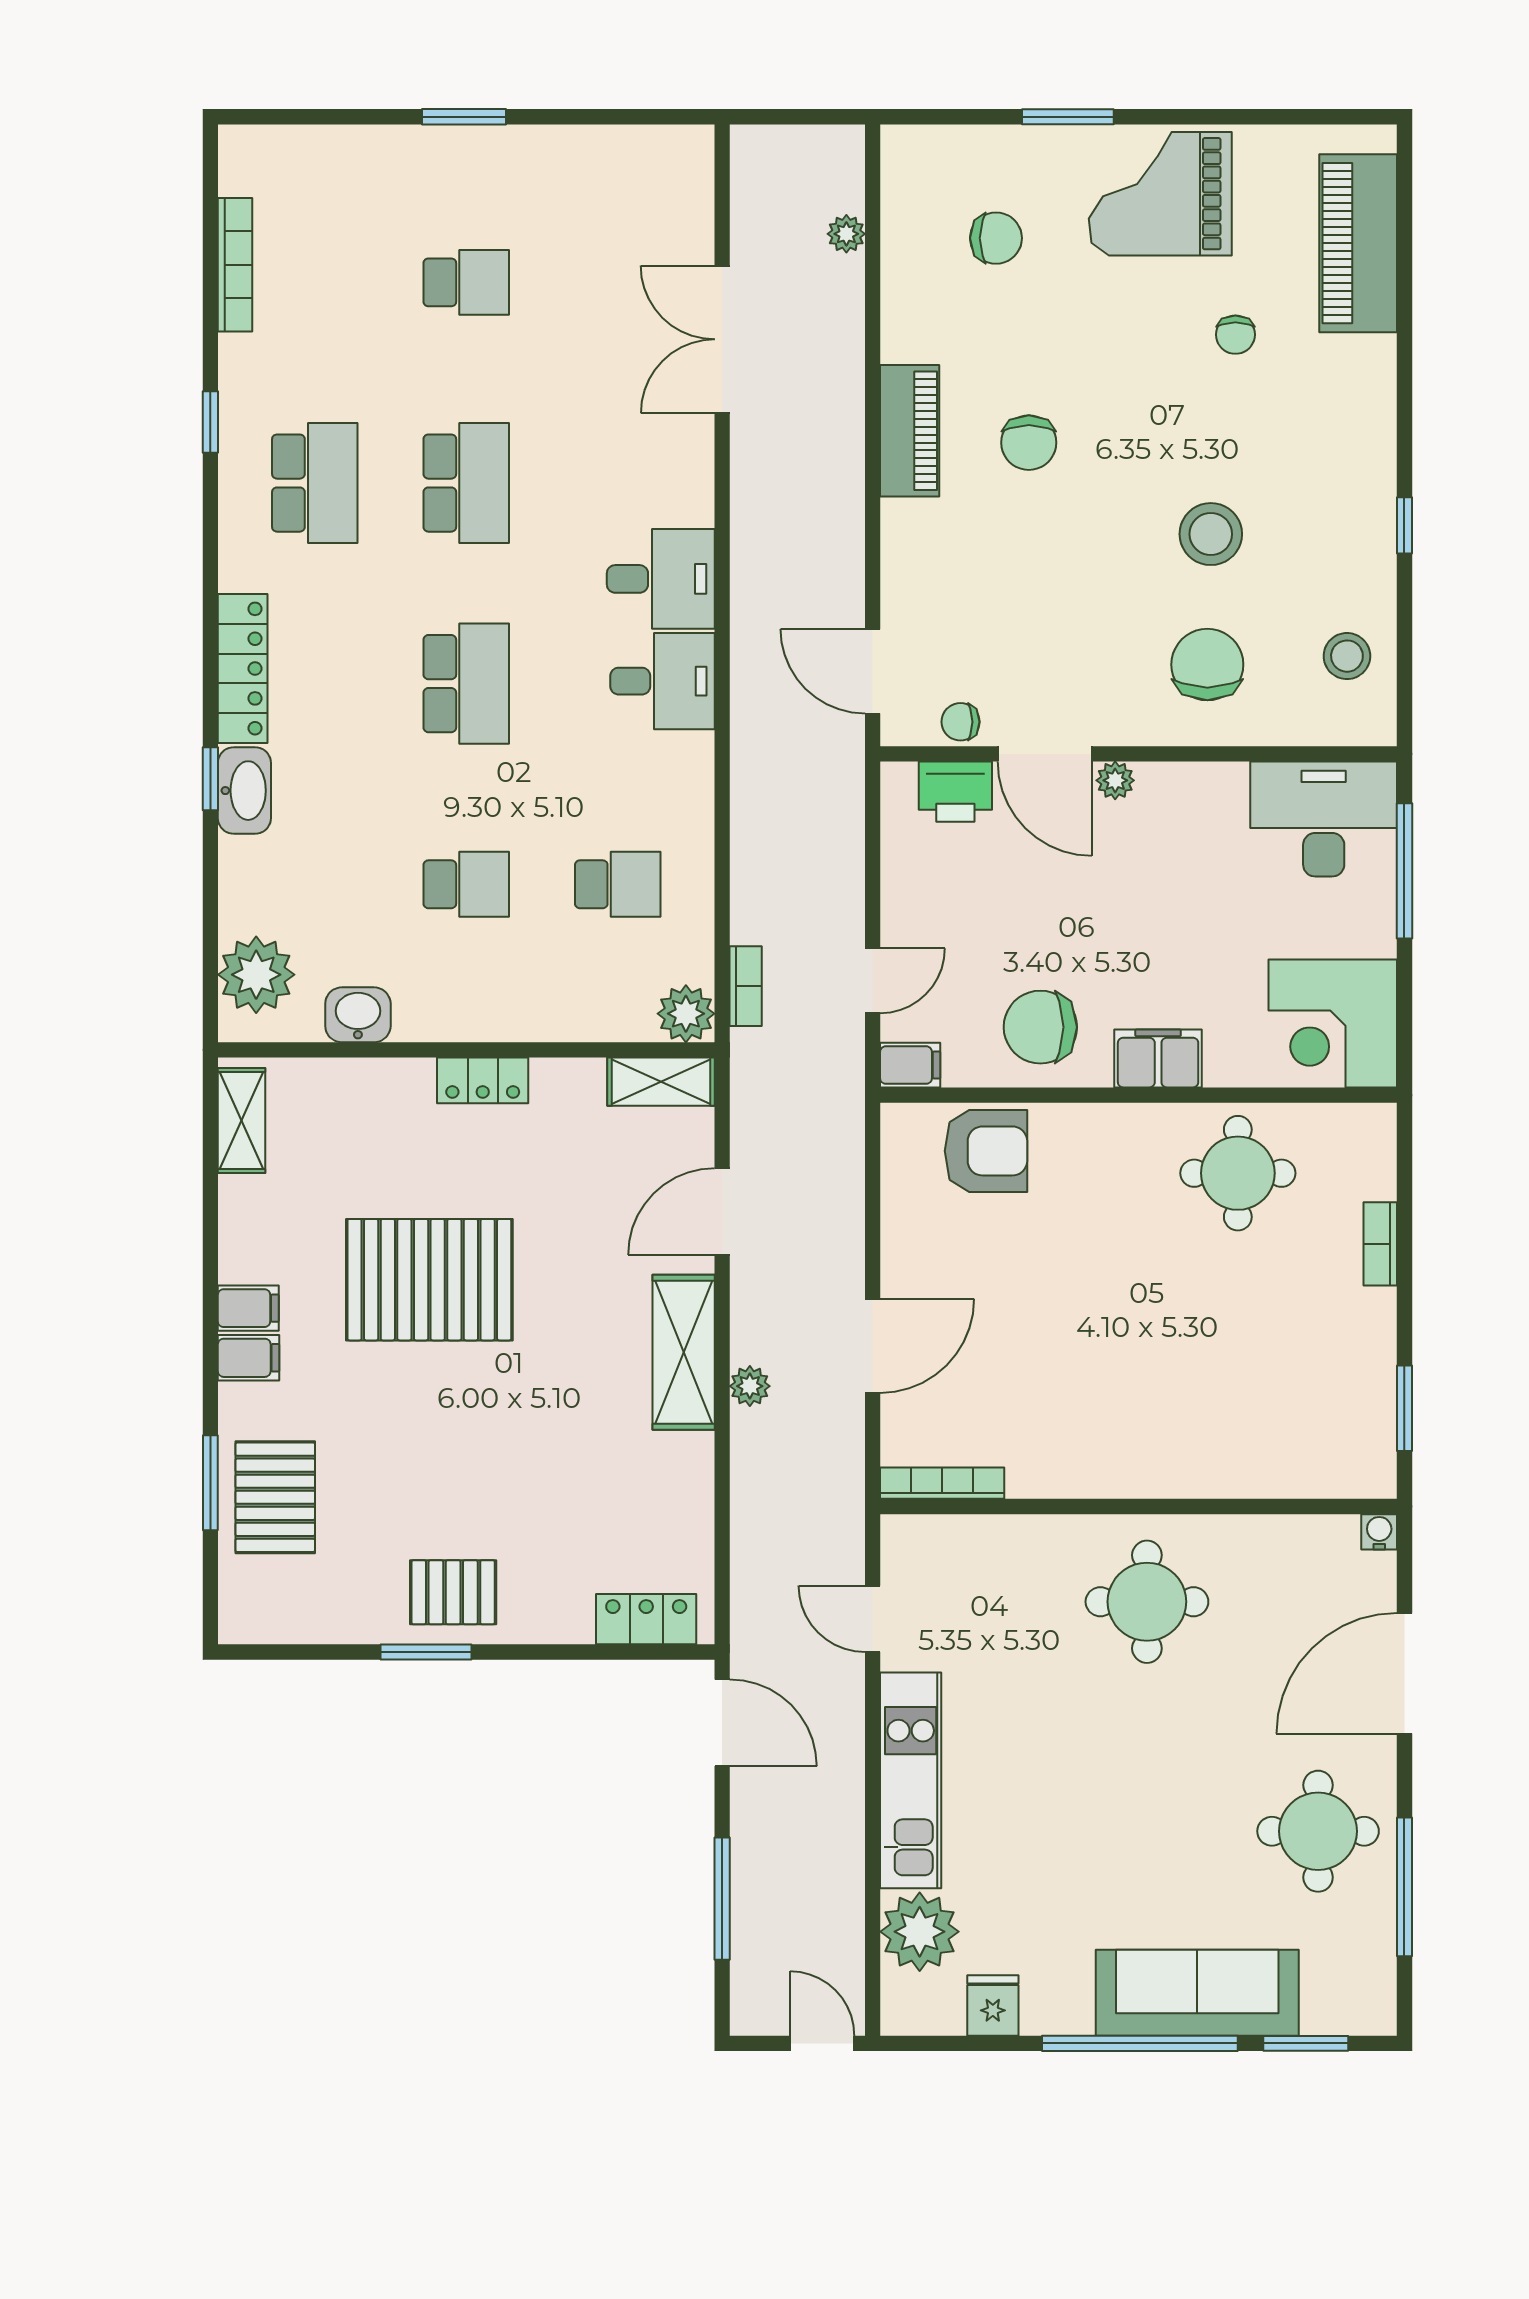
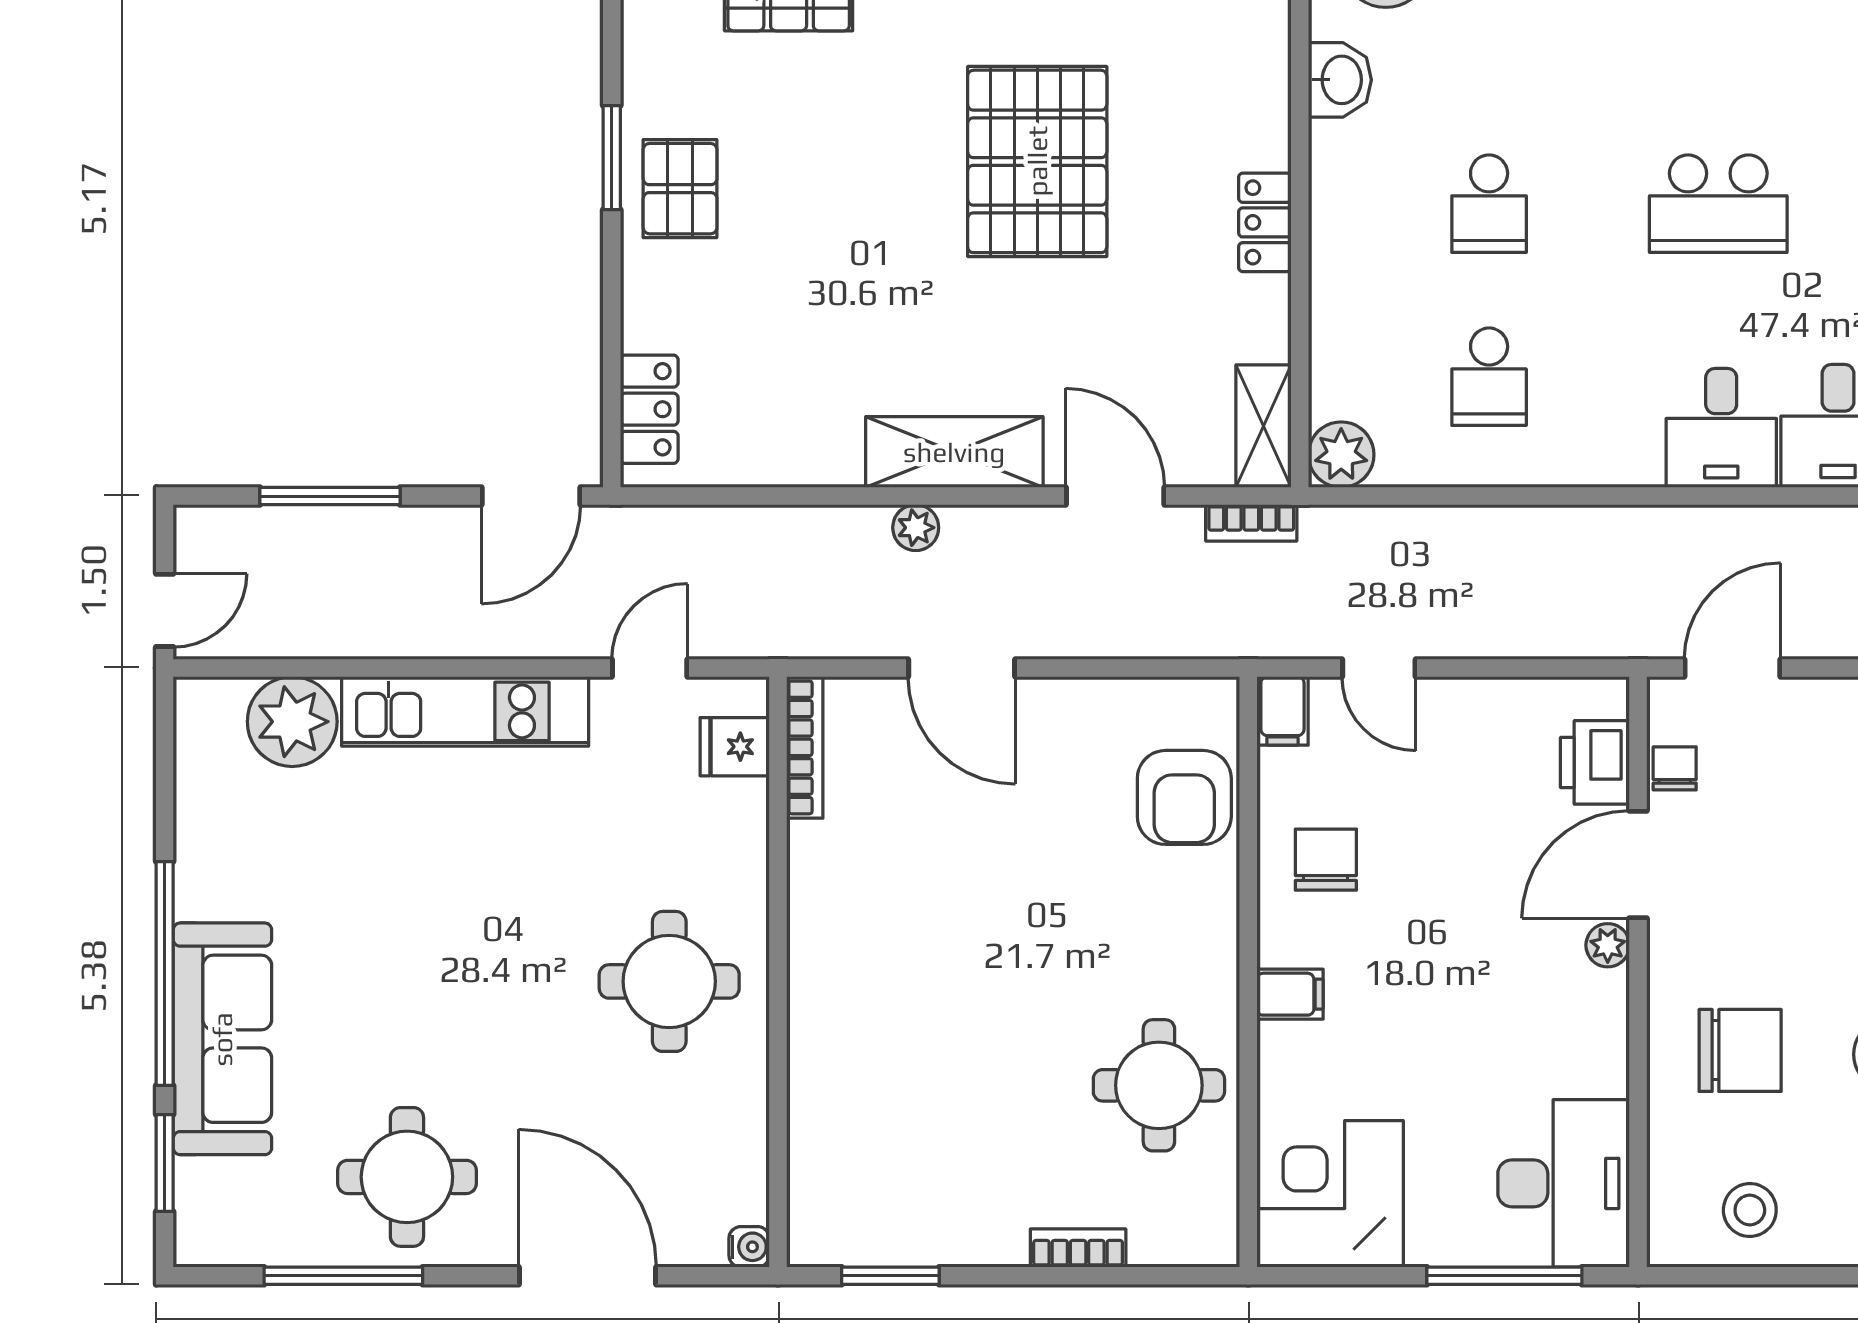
bookcase: (746, 986) -> (1251, 523), moved
chair: (1040, 1027) -> (1326, 860), width x0.73, depth x0.73
filing cabinet: (1158, 1058) -> (1290, 994), width x0.50
fridge: (993, 2005) -> (735, 747), moved, turned 180

